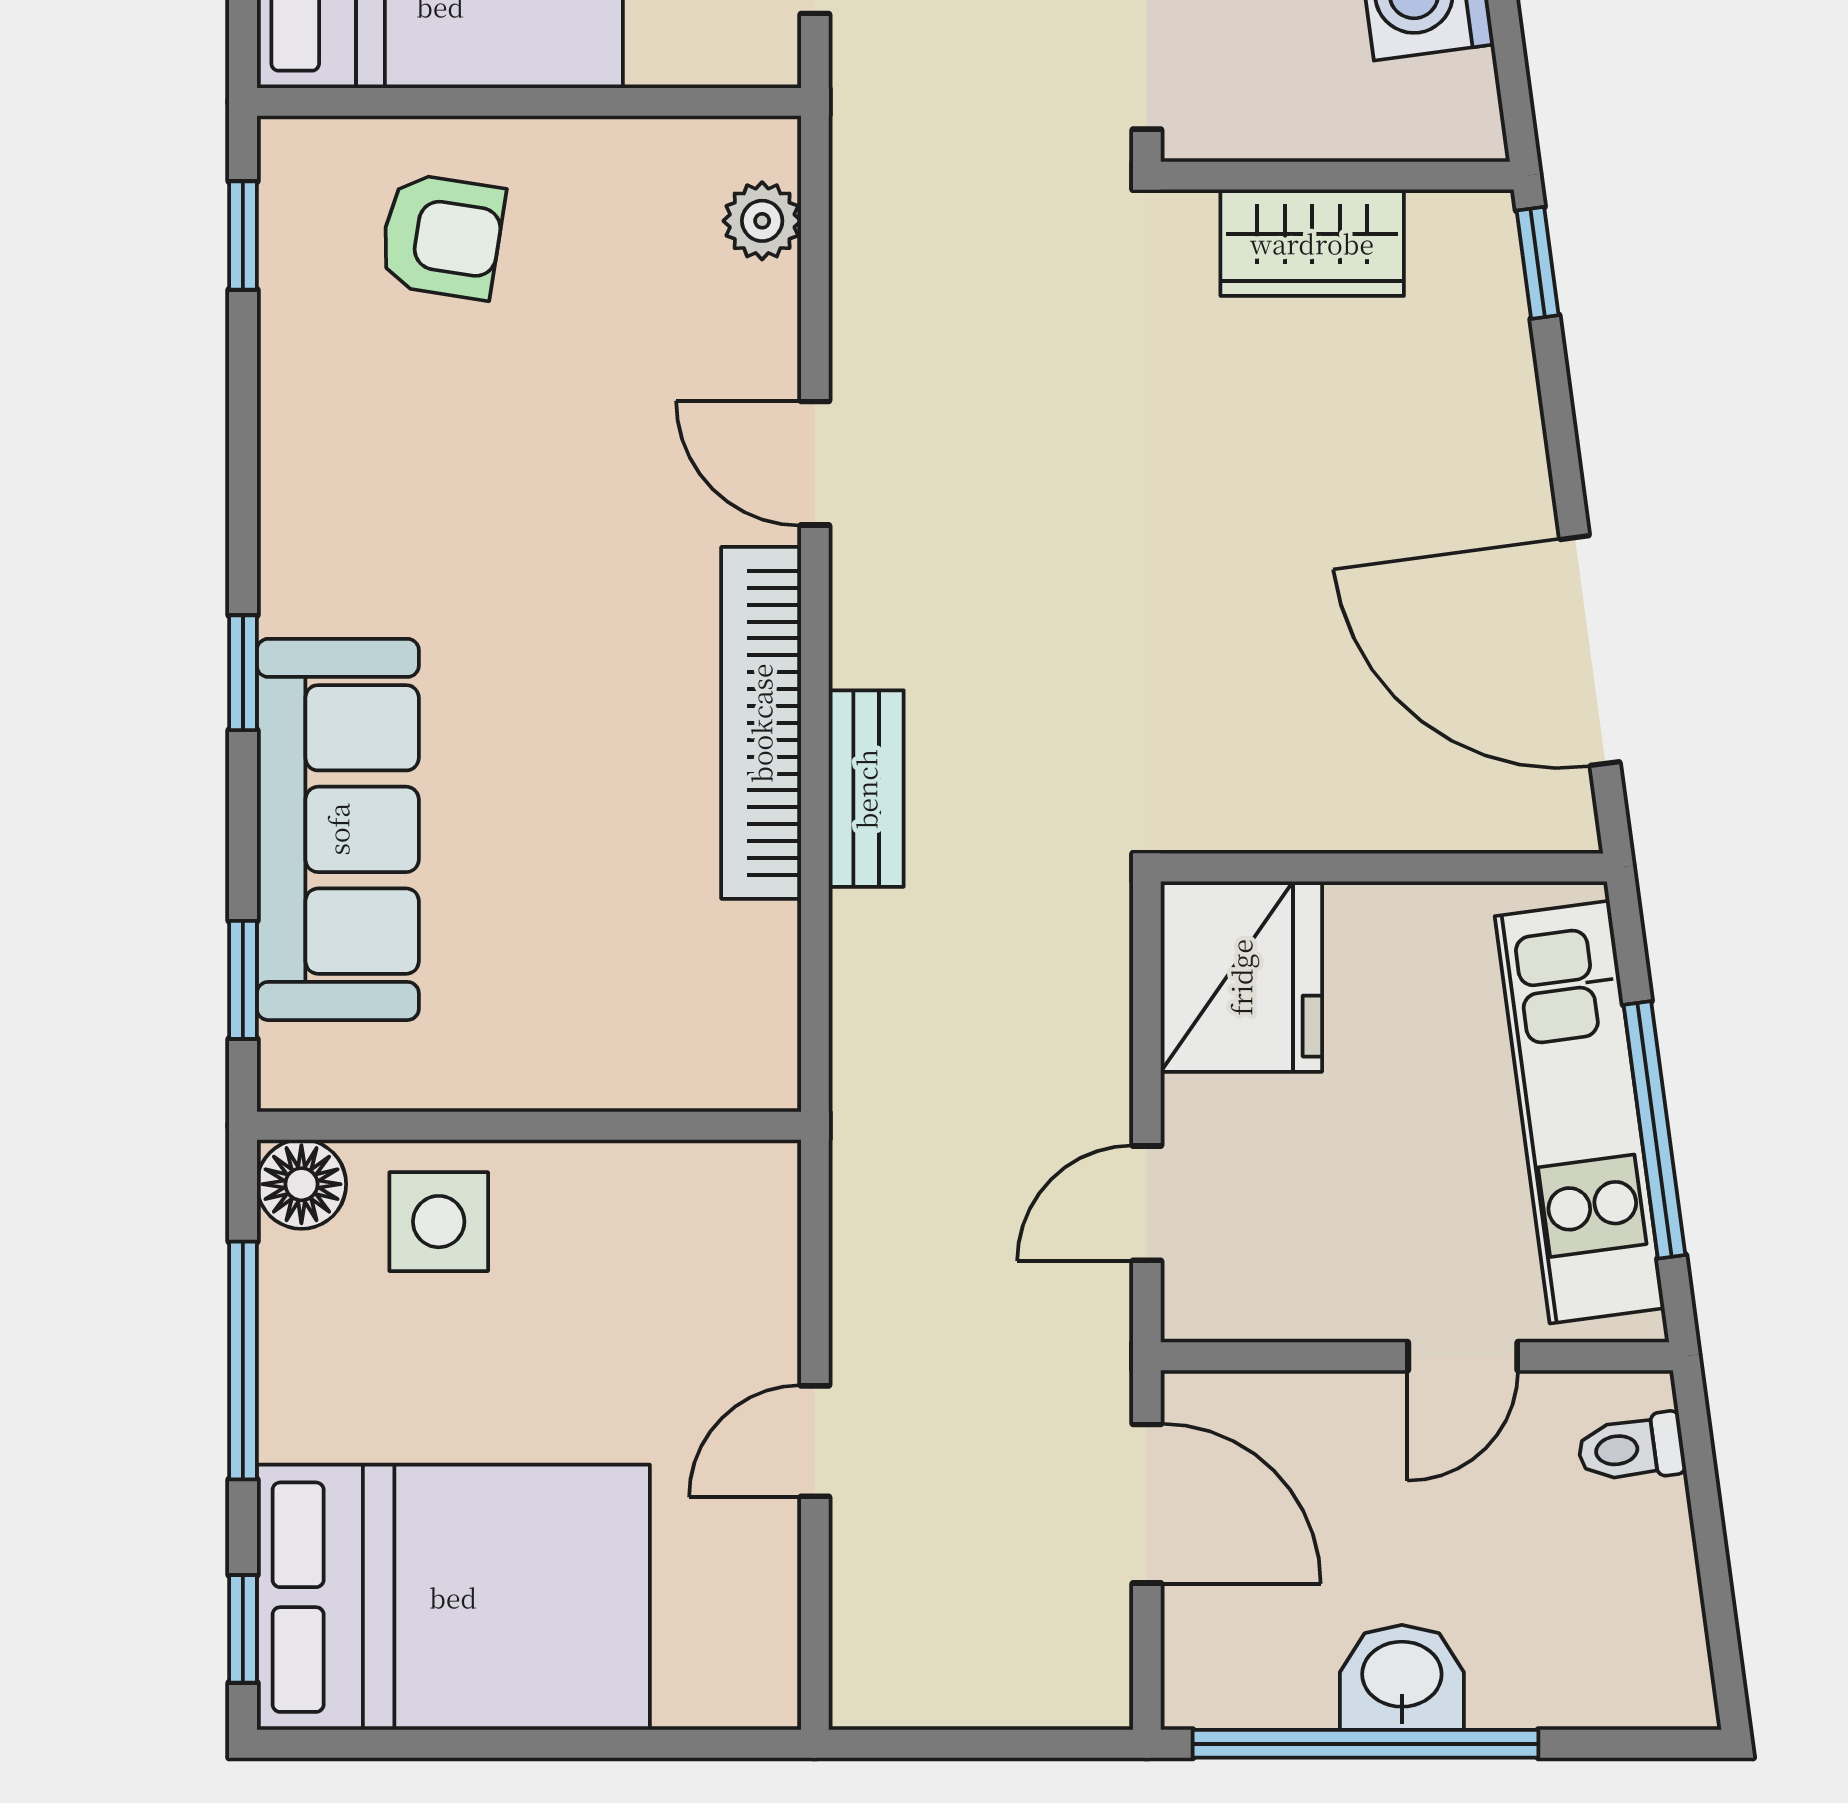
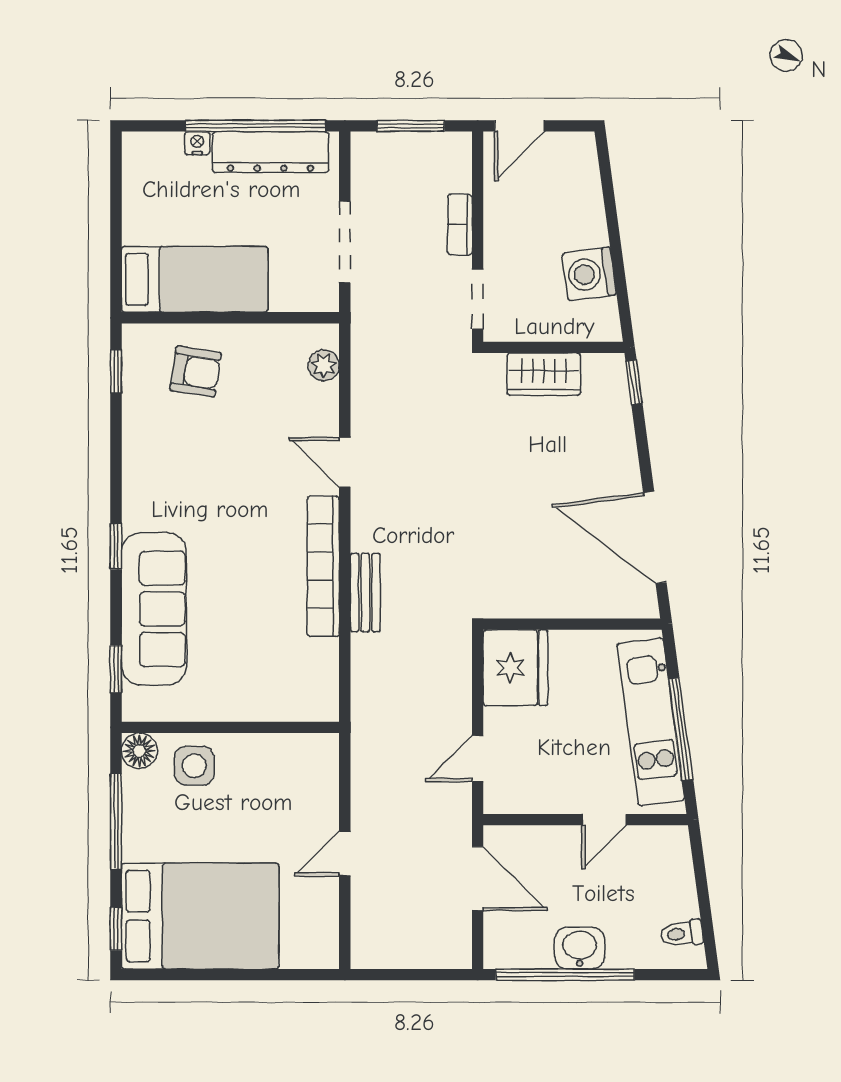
toilet: (1631, 1448) -> (682, 934), moved

